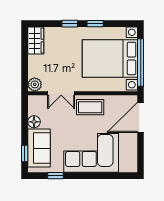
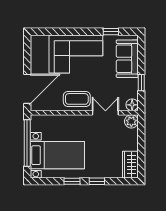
bed with nightstands: (110, 58) -> (57, 155), width x0.73
floor lamp: (34, 122) -> (132, 105), moved
window: (25, 154) -> (141, 83), moved

